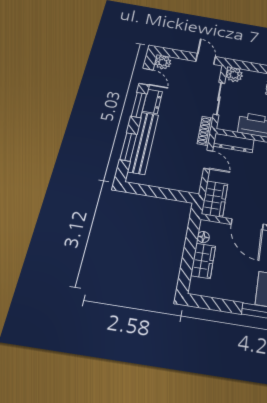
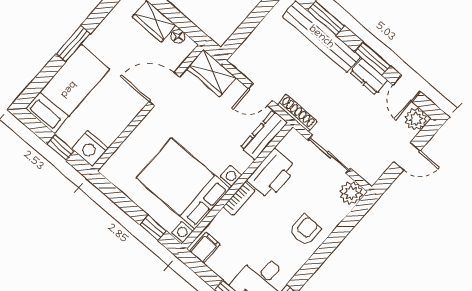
door: (206, 59) -> (407, 156), moved
door: (146, 77) -> (407, 88), hinge flipped

